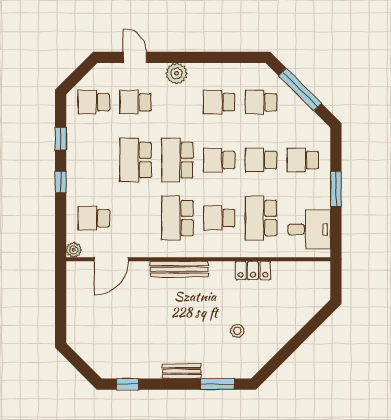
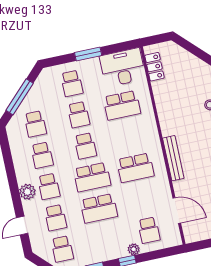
school desk: (219, 218) -> (49, 186), moved
desk: (309, 229) -> (123, 67), width x1.37
plant: (74, 250) -> (134, 249), moved
locker: (253, 270) -> (154, 67), moved

